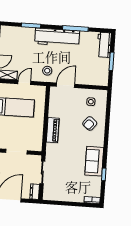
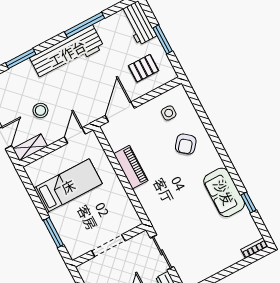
pallet: (92, 70) -> (143, 68), added
stool: (47, 71) -> (40, 110), moved
door: (24, 83) -> (75, 136), moved
piano: (53, 130) -> (131, 167), moved

